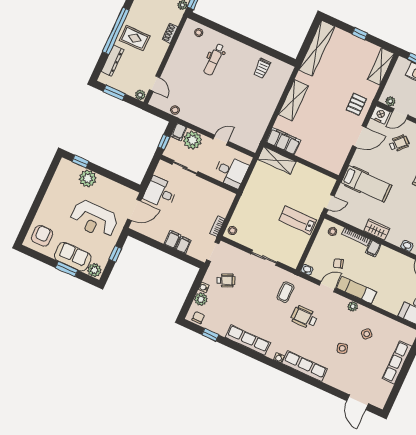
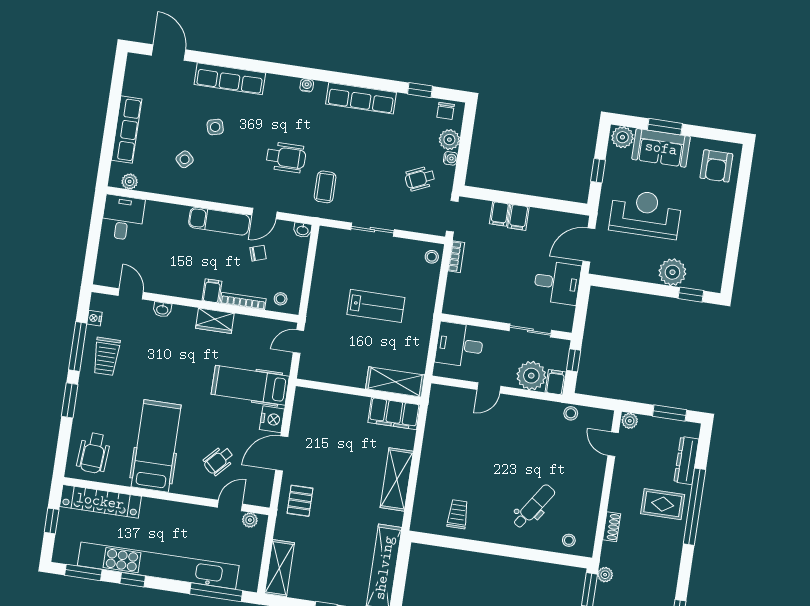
dental chair: (214, 59) -> (534, 507), turned 34
nightstand: (380, 115) -> (272, 419), moved, turned -90
lab bench: (298, 220) -> (376, 306), moved
plant: (353, 306) -> (130, 182), moved
row of seats: (305, 366) -> (230, 79), moved

